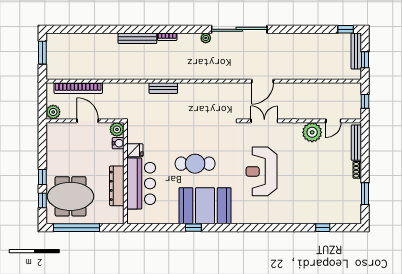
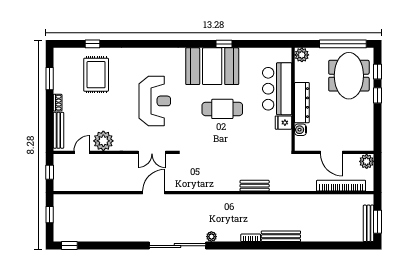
bench: (356, 51) -> (369, 223), moved
plant: (117, 129) -> (302, 55), moved
dresser: (117, 186) -> (302, 103), moved
meeting table: (71, 196) -> (349, 76), turned 90
rug: (319, 197) -> (96, 75), added

